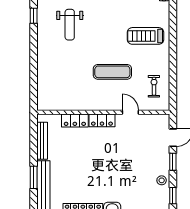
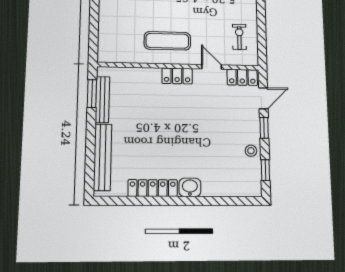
exercise mat: (112, 72) -> (167, 41), moved
locker: (75, 120) -> (242, 77), moved
window: (34, 177) -> (92, 94), moved

